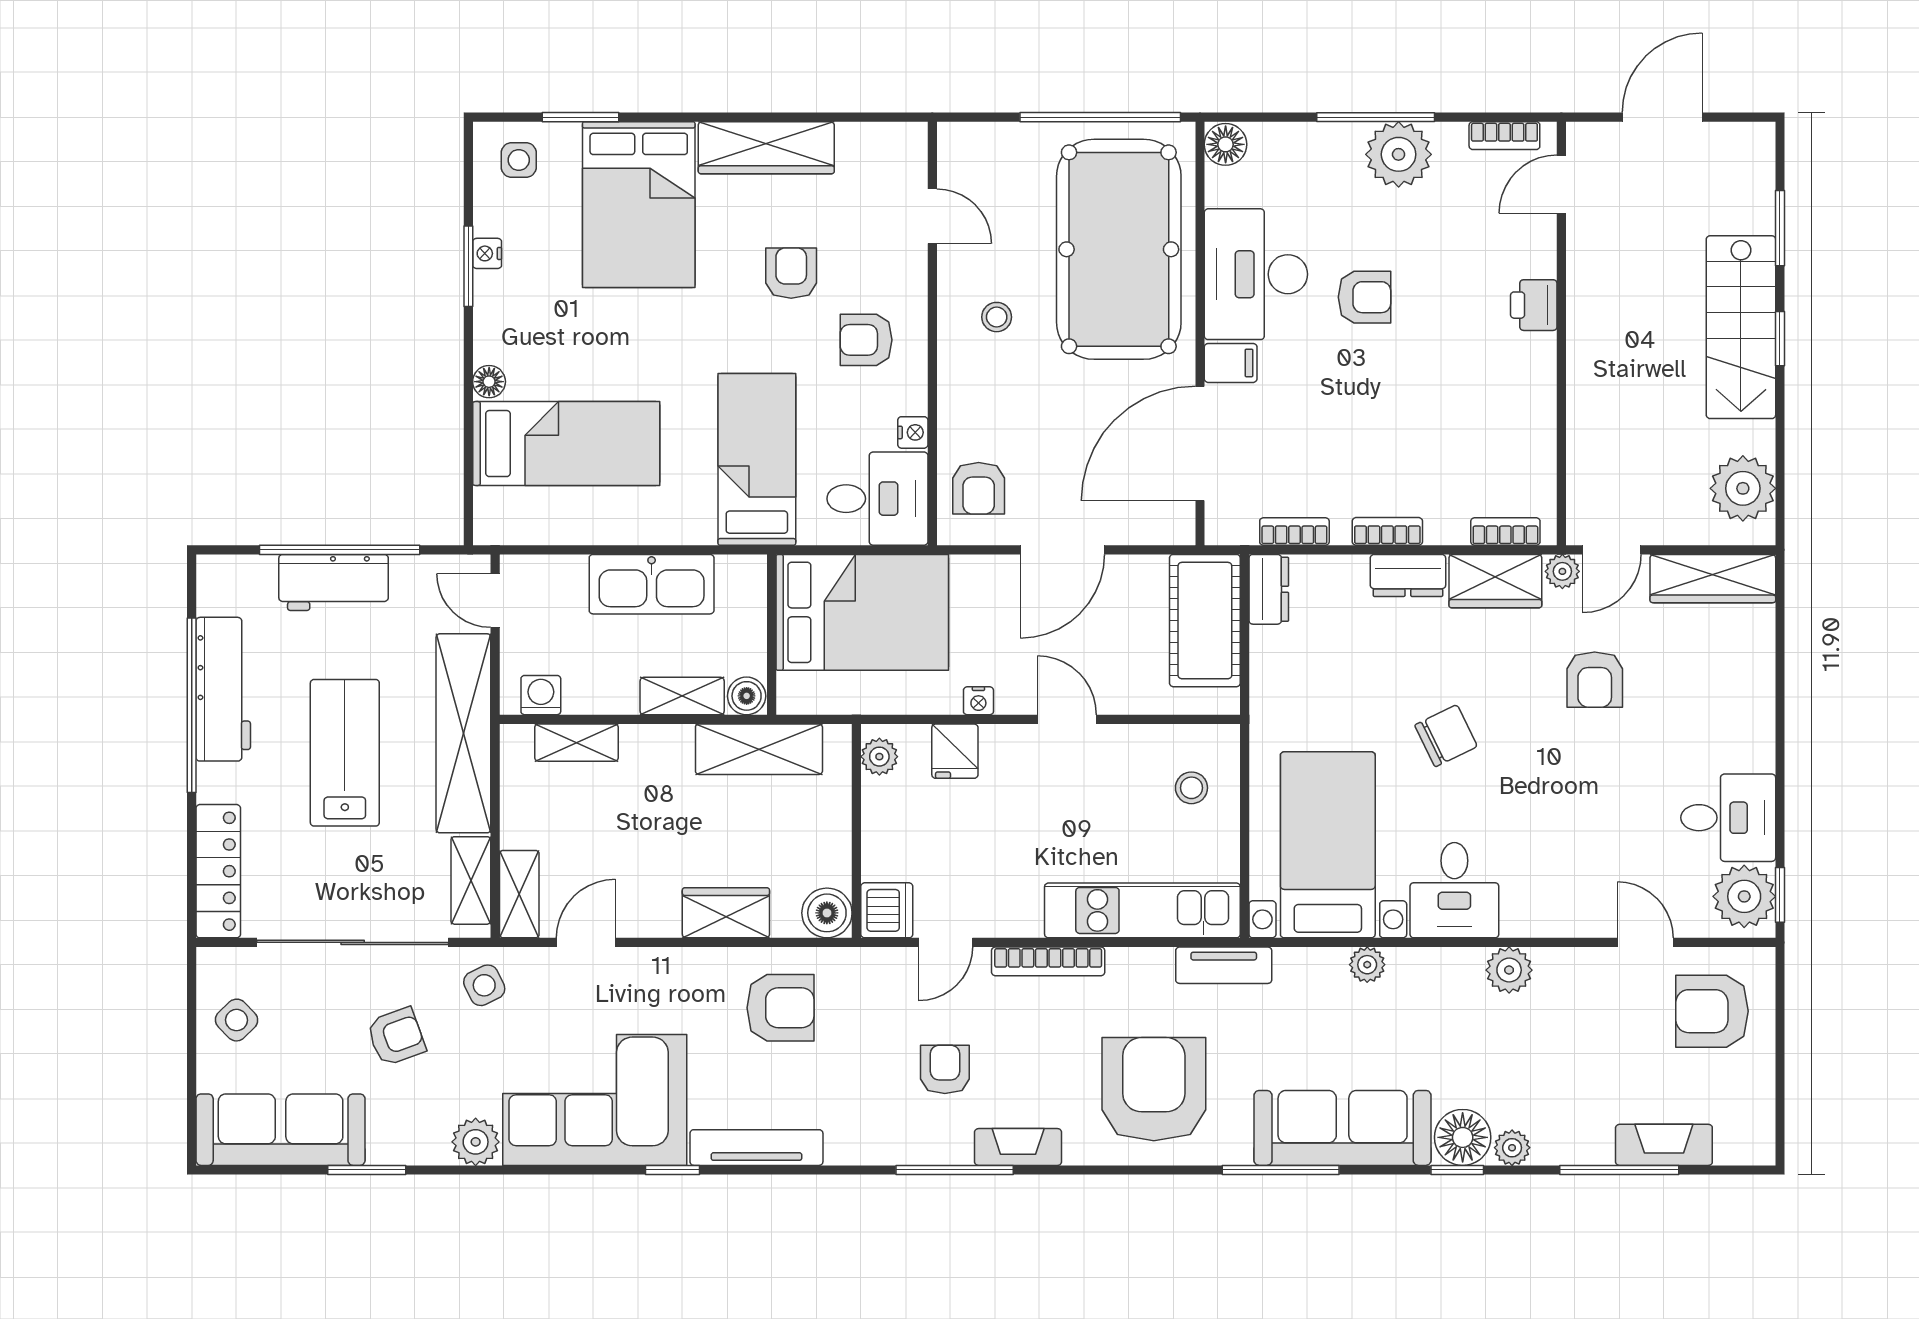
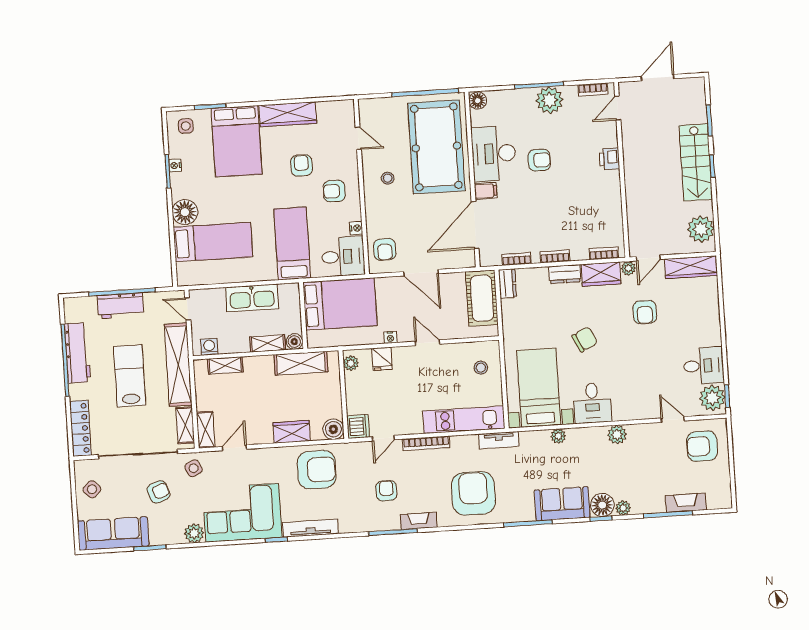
floor lamp: (489, 382) -> (185, 212), width x1.89, depth x1.89
door: (1062, 550) -> (421, 273), hinge flipped
armchair: (781, 1008) -> (317, 470), width x1.36, depth x1.36
sofa: (1343, 1128) -> (562, 504), width x0.73

